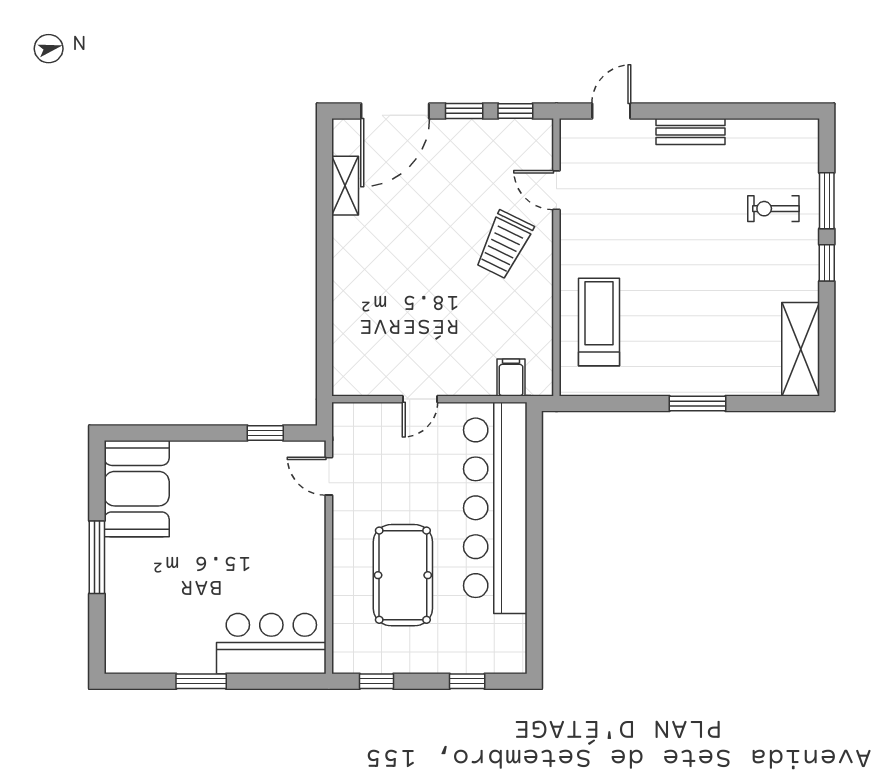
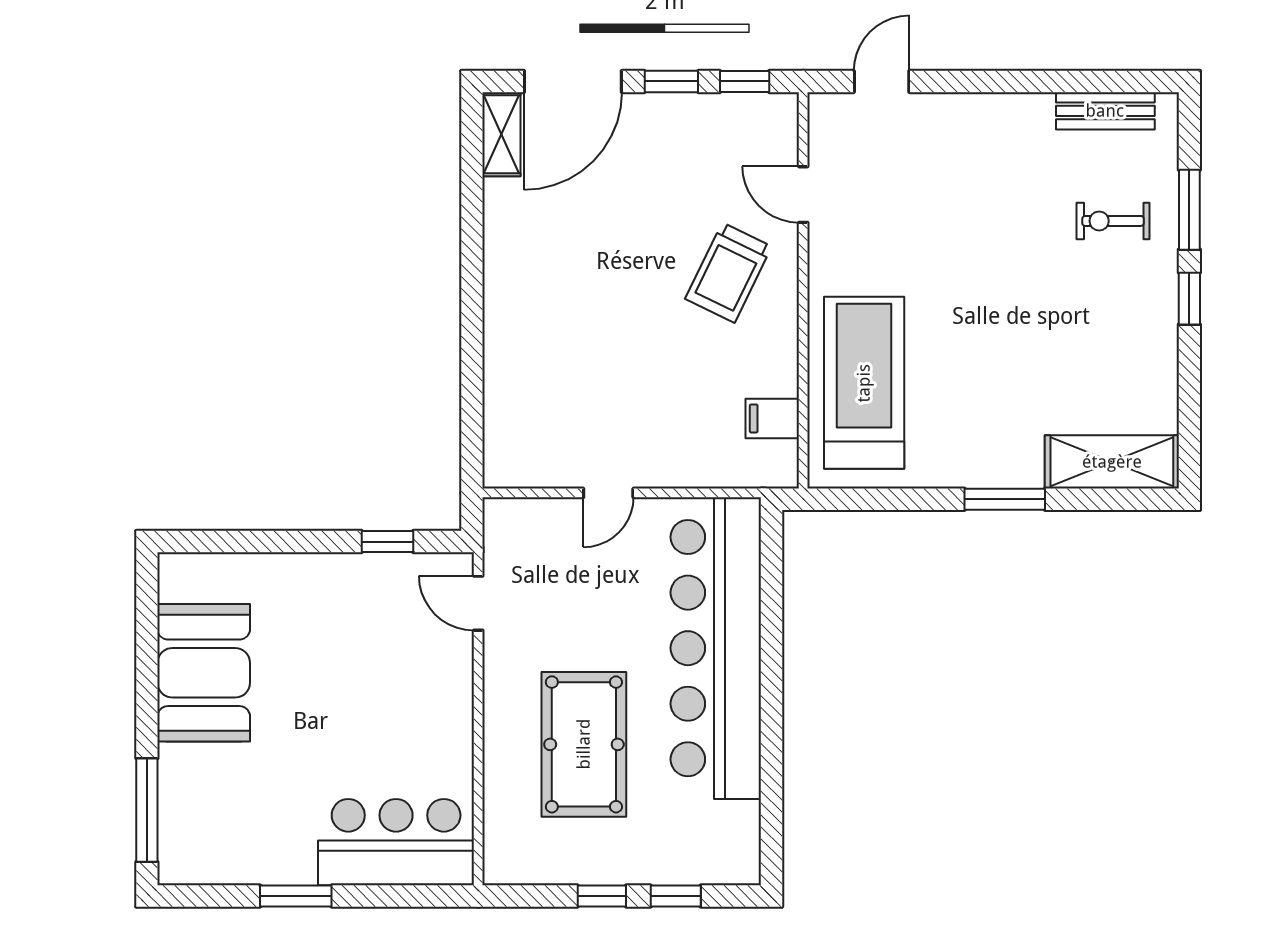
bench: (691, 131) -> (1105, 111), moved
shelving: (345, 186) -> (501, 134), moved
treadmill: (599, 322) -> (864, 383), width x1.37, depth x1.38
shelving: (801, 349) -> (1112, 462), moved, turned 90
filing cabinet: (511, 378) -> (772, 418), moved, turned -90
booth: (137, 489) -> (204, 673), moved
window: (97, 557) -> (147, 810), moved
window: (377, 681) -> (602, 896), moved

